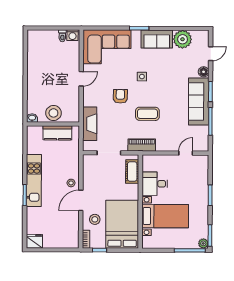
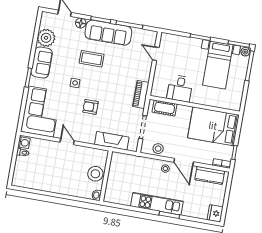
coffee table: (147, 114) -> (92, 59), moved, turned 90
kitchen counter: (57, 133) -> (210, 175), moved, turned 90
bed with nightstands: (165, 216) -> (218, 65), moved, turned 180
stool: (95, 219) -> (158, 149), moved

